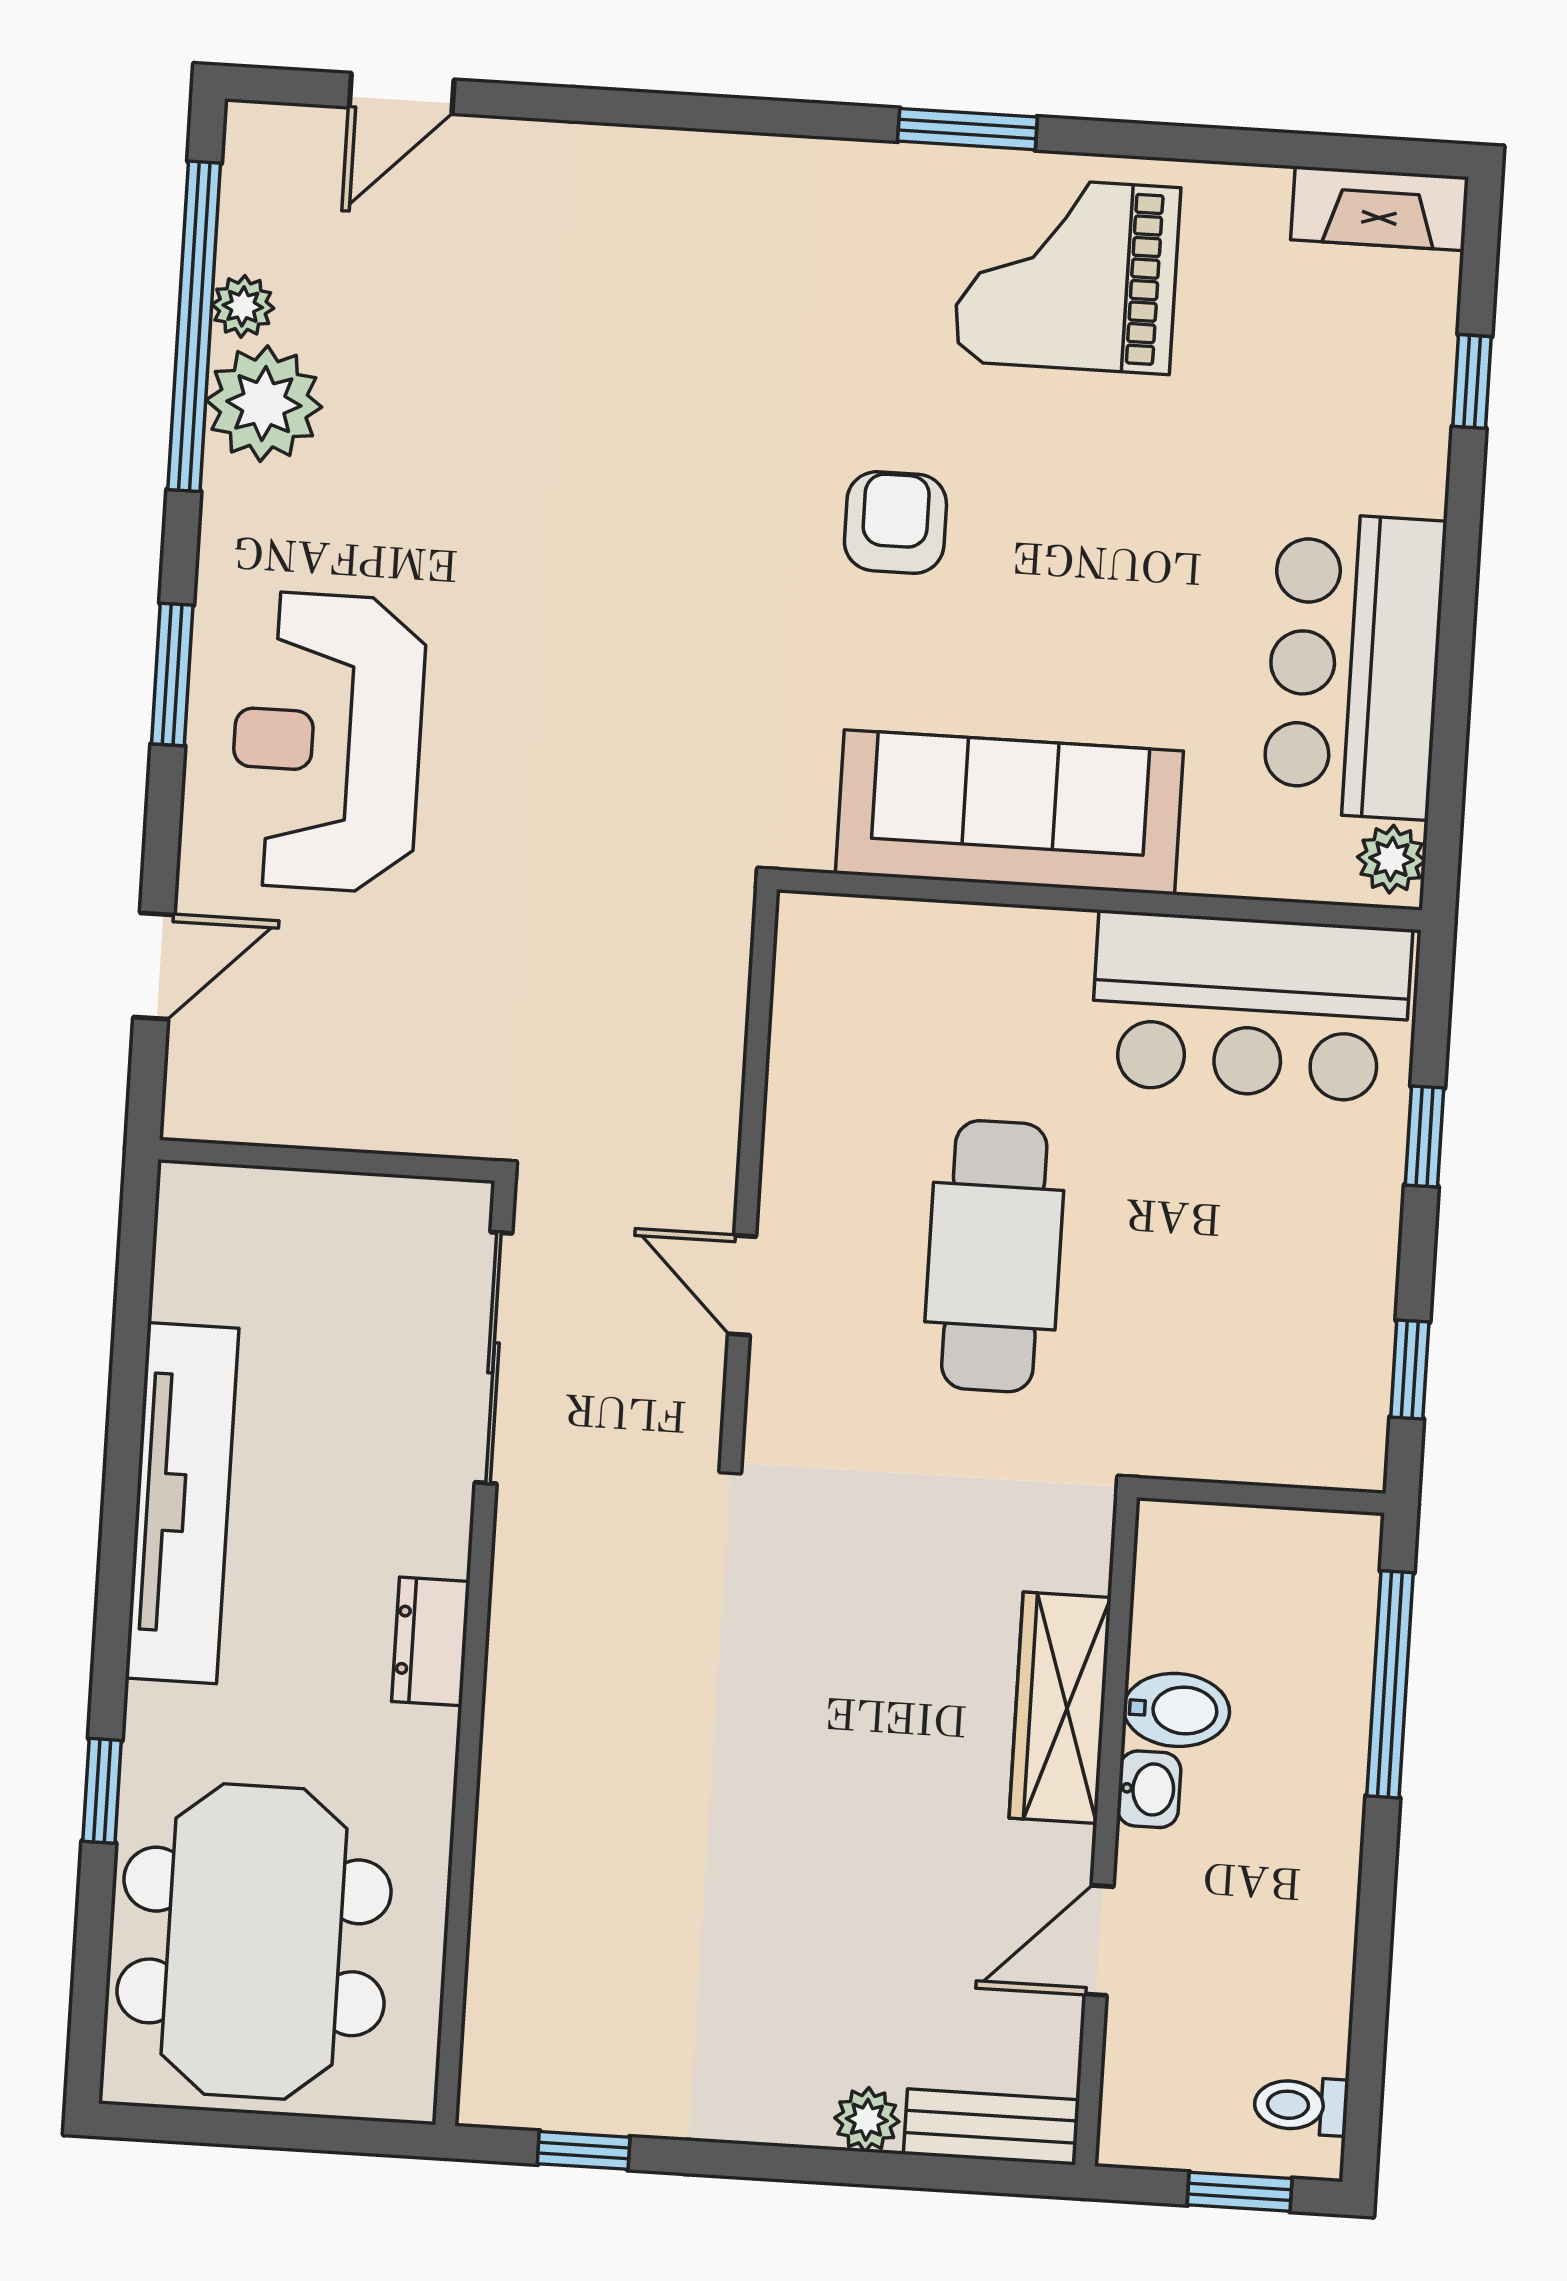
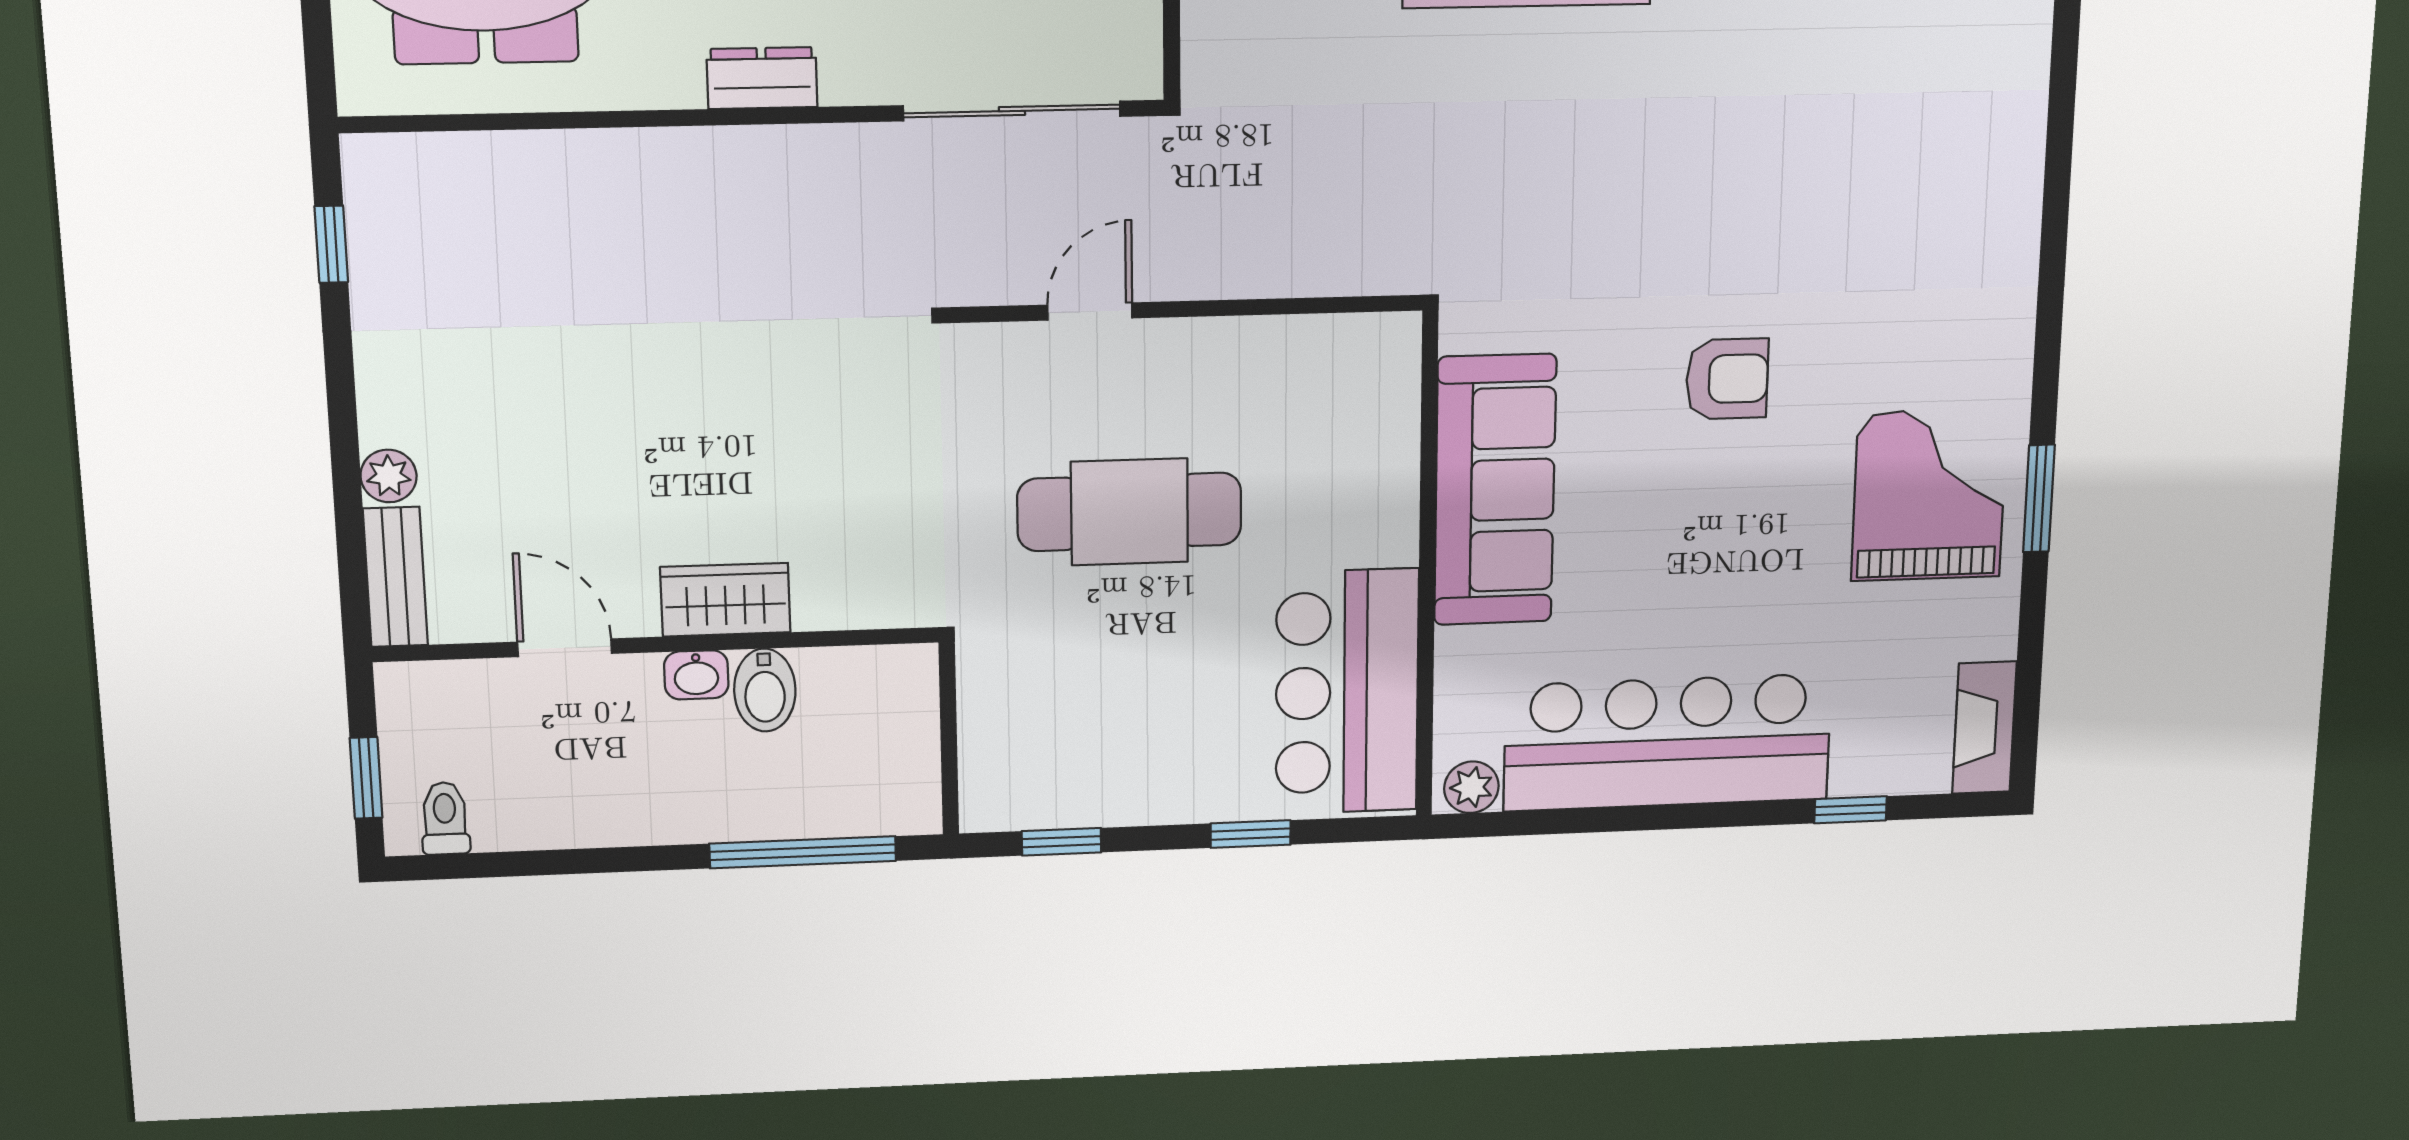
window: (967, 129) -> (2039, 499), moved
bar counter: (1354, 666) -> (1667, 742), width x1.36
wardrobe: (1060, 1708) -> (725, 600), width x0.67

